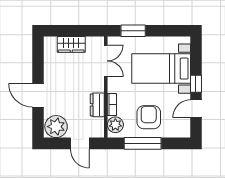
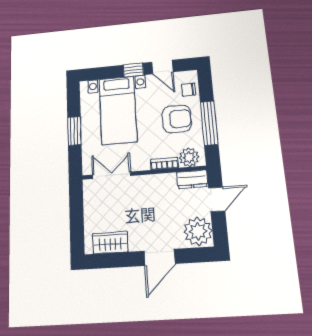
window: (133, 31) -> (74, 131), moved
wardrobe: (71, 44) -> (110, 243), moved, turned -90
dresser: (97, 105) -> (192, 179), moved
armchair: (149, 117) -> (177, 119), turned 180
chair: (173, 129) -> (189, 90), added

